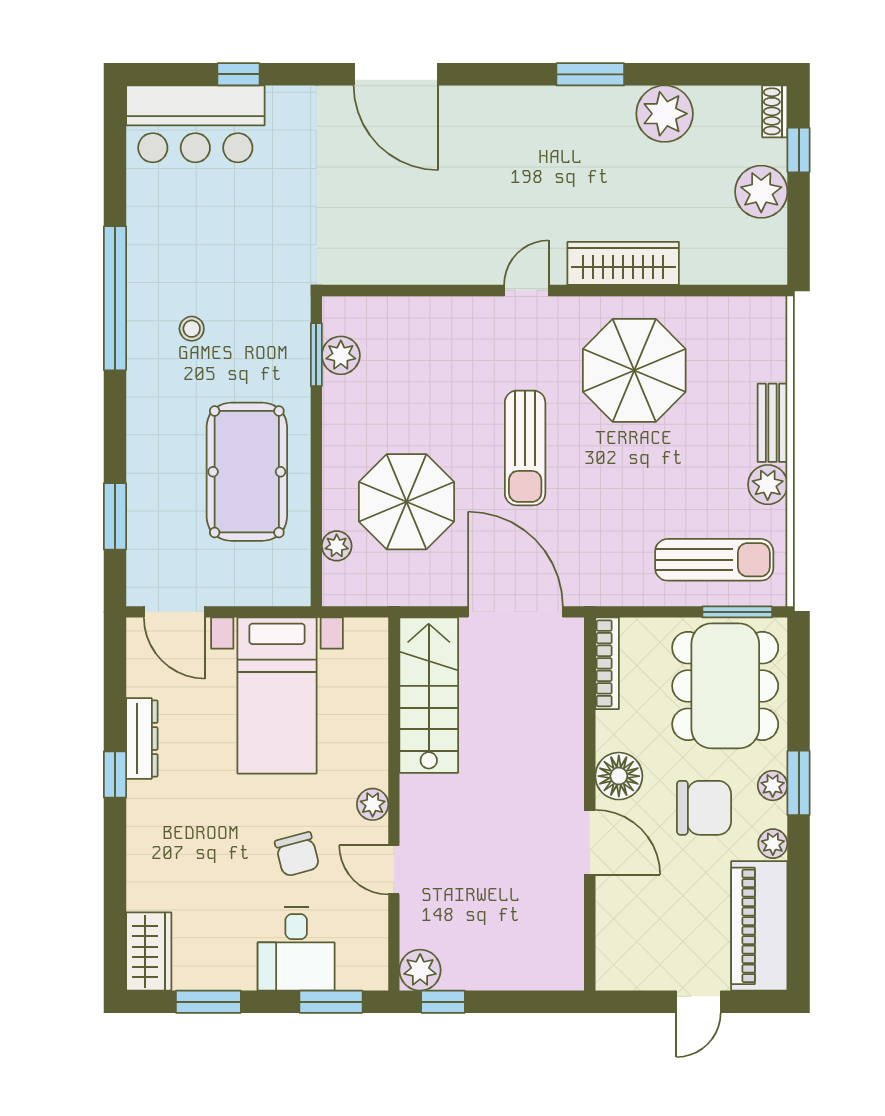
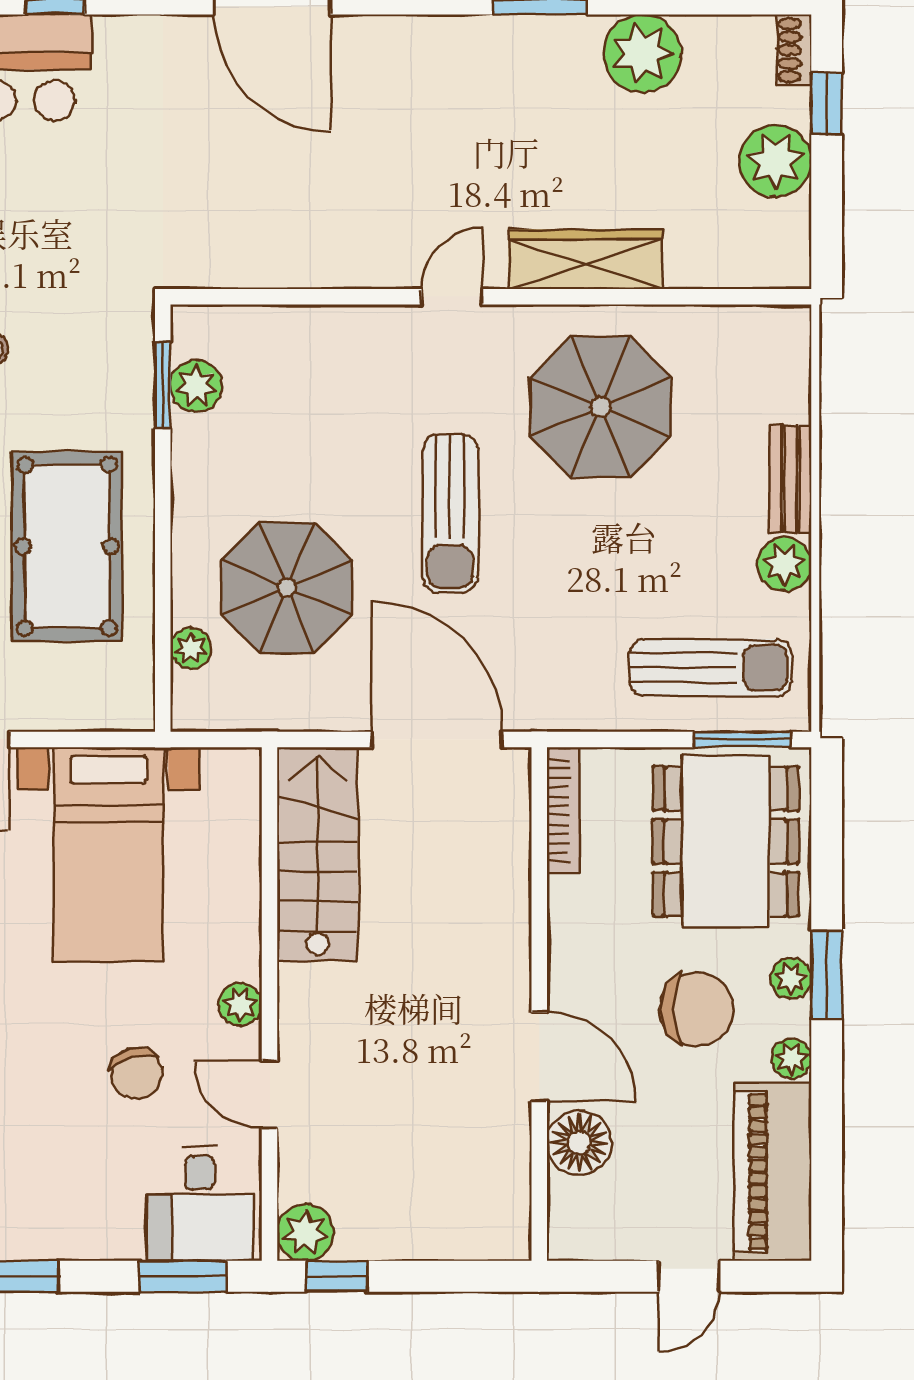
floor lamp: (619, 776) -> (579, 1143), moved
desk: (296, 949) -> (200, 1204), moved

